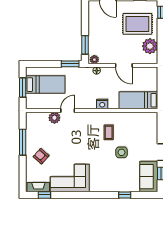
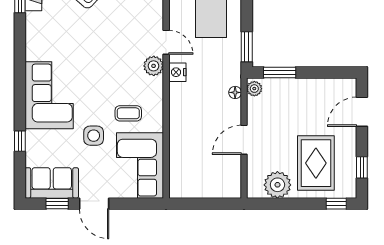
bed: (138, 100) -> (184, 165), removed
nightstand: (102, 104) -> (177, 72), moved
plant: (54, 118) -> (154, 66), moved
corner sofa: (139, 126) -> (140, 165), added
corner sofa: (70, 178) -> (49, 95), moved

